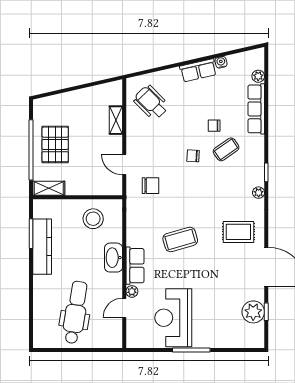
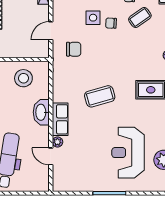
side table: (173, 150) -> (93, 18), added
door: (124, 165) -> (51, 31), hinge flipped
door: (124, 308) -> (51, 156), hinge flipped
reception desk: (173, 318) -> (128, 153), moved

